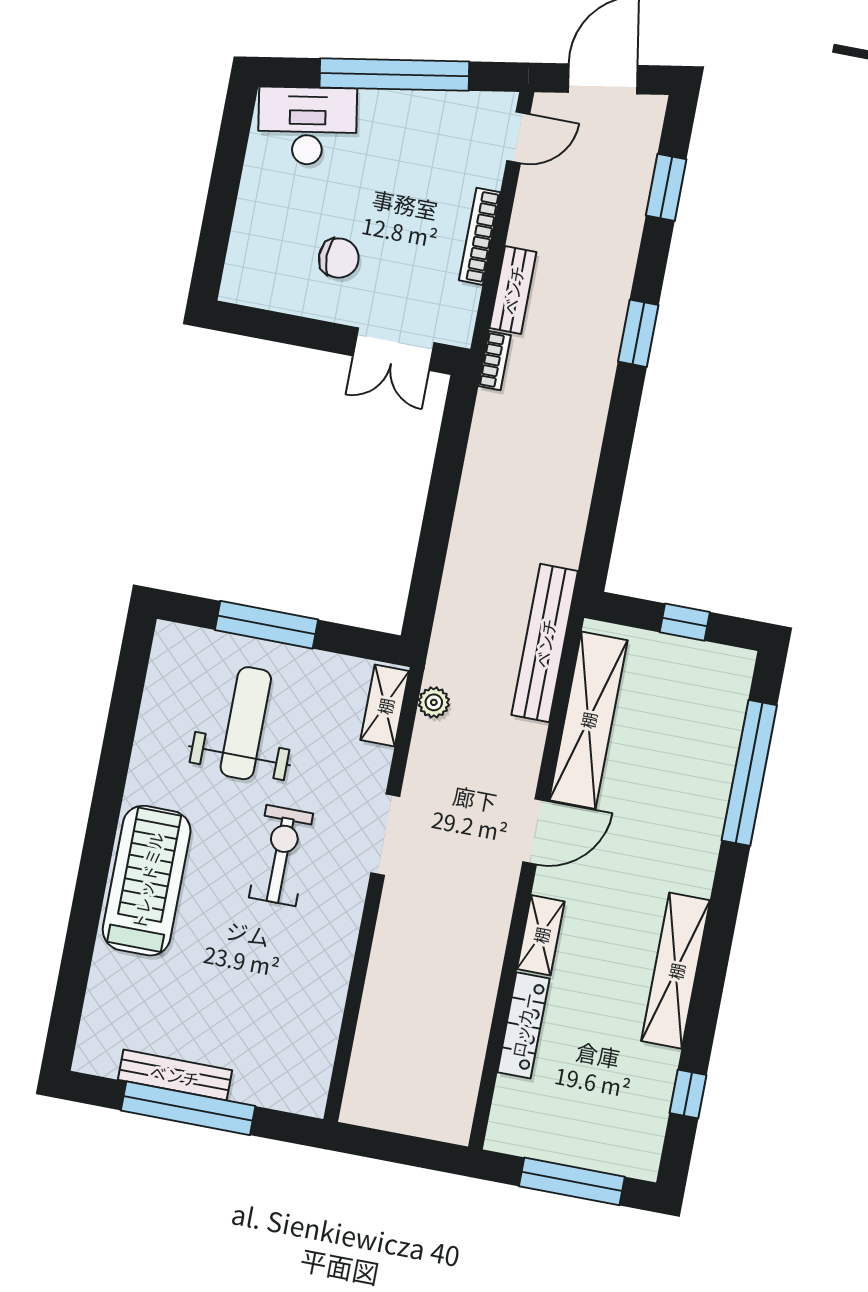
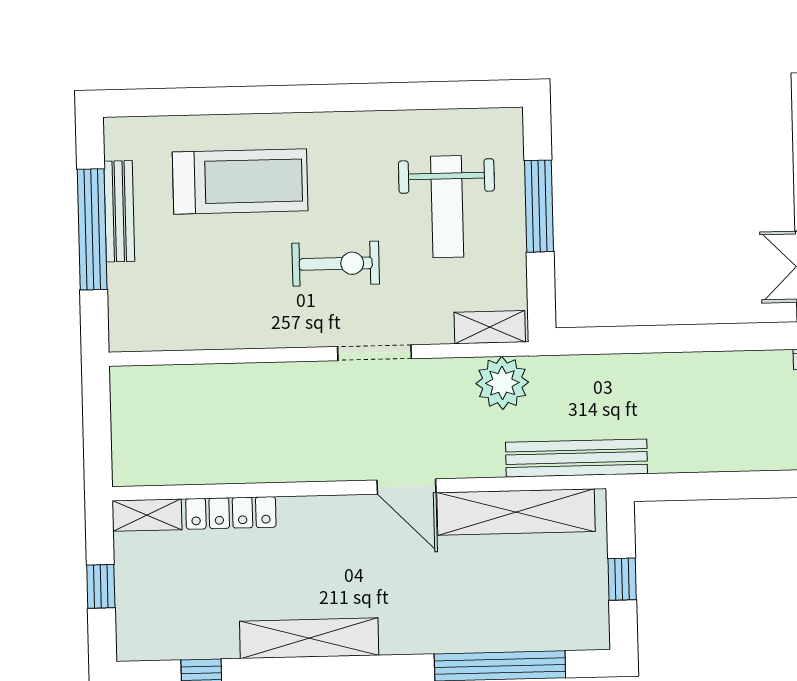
plant: (434, 702) -> (502, 383), width x1.88, depth x1.88
weight bench: (246, 723) -> (447, 207), turned 90
treadmill: (147, 881) -> (240, 181), moved
shelving: (541, 935) -> (147, 515), moved
window: (572, 1181) -> (101, 586), width x0.46

